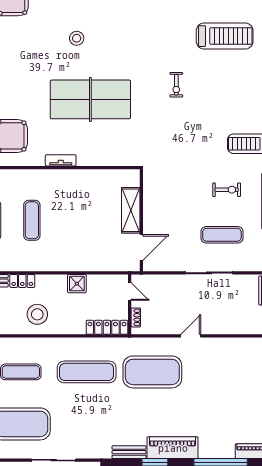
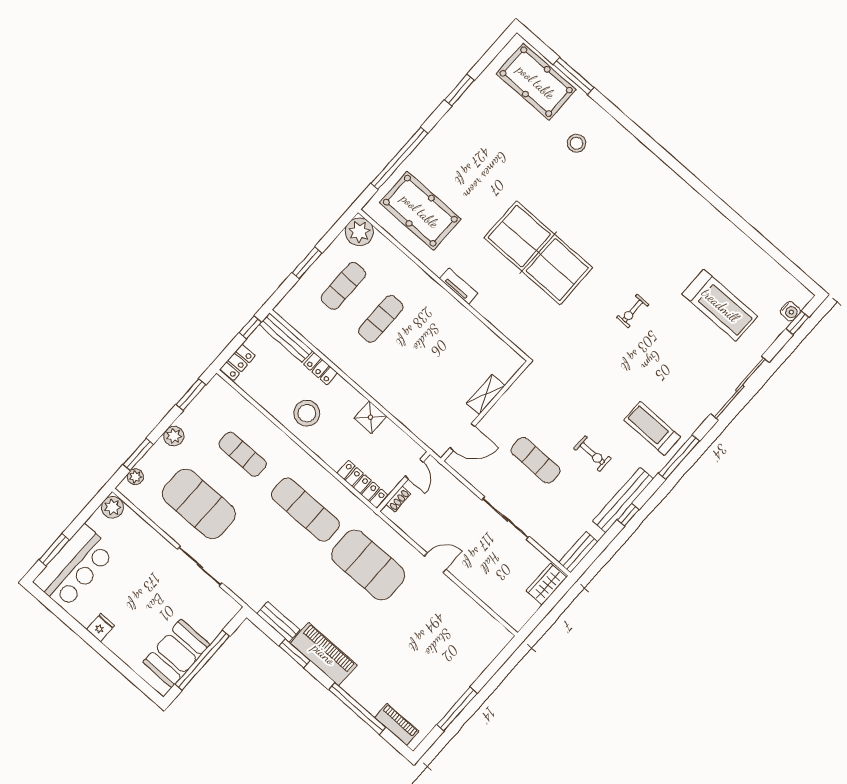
stool: (77, 38) -> (576, 143), moved
shelving: (131, 210) -> (486, 394), width x0.67, depth x0.75
exercise mat: (222, 235) -> (535, 460), moved

